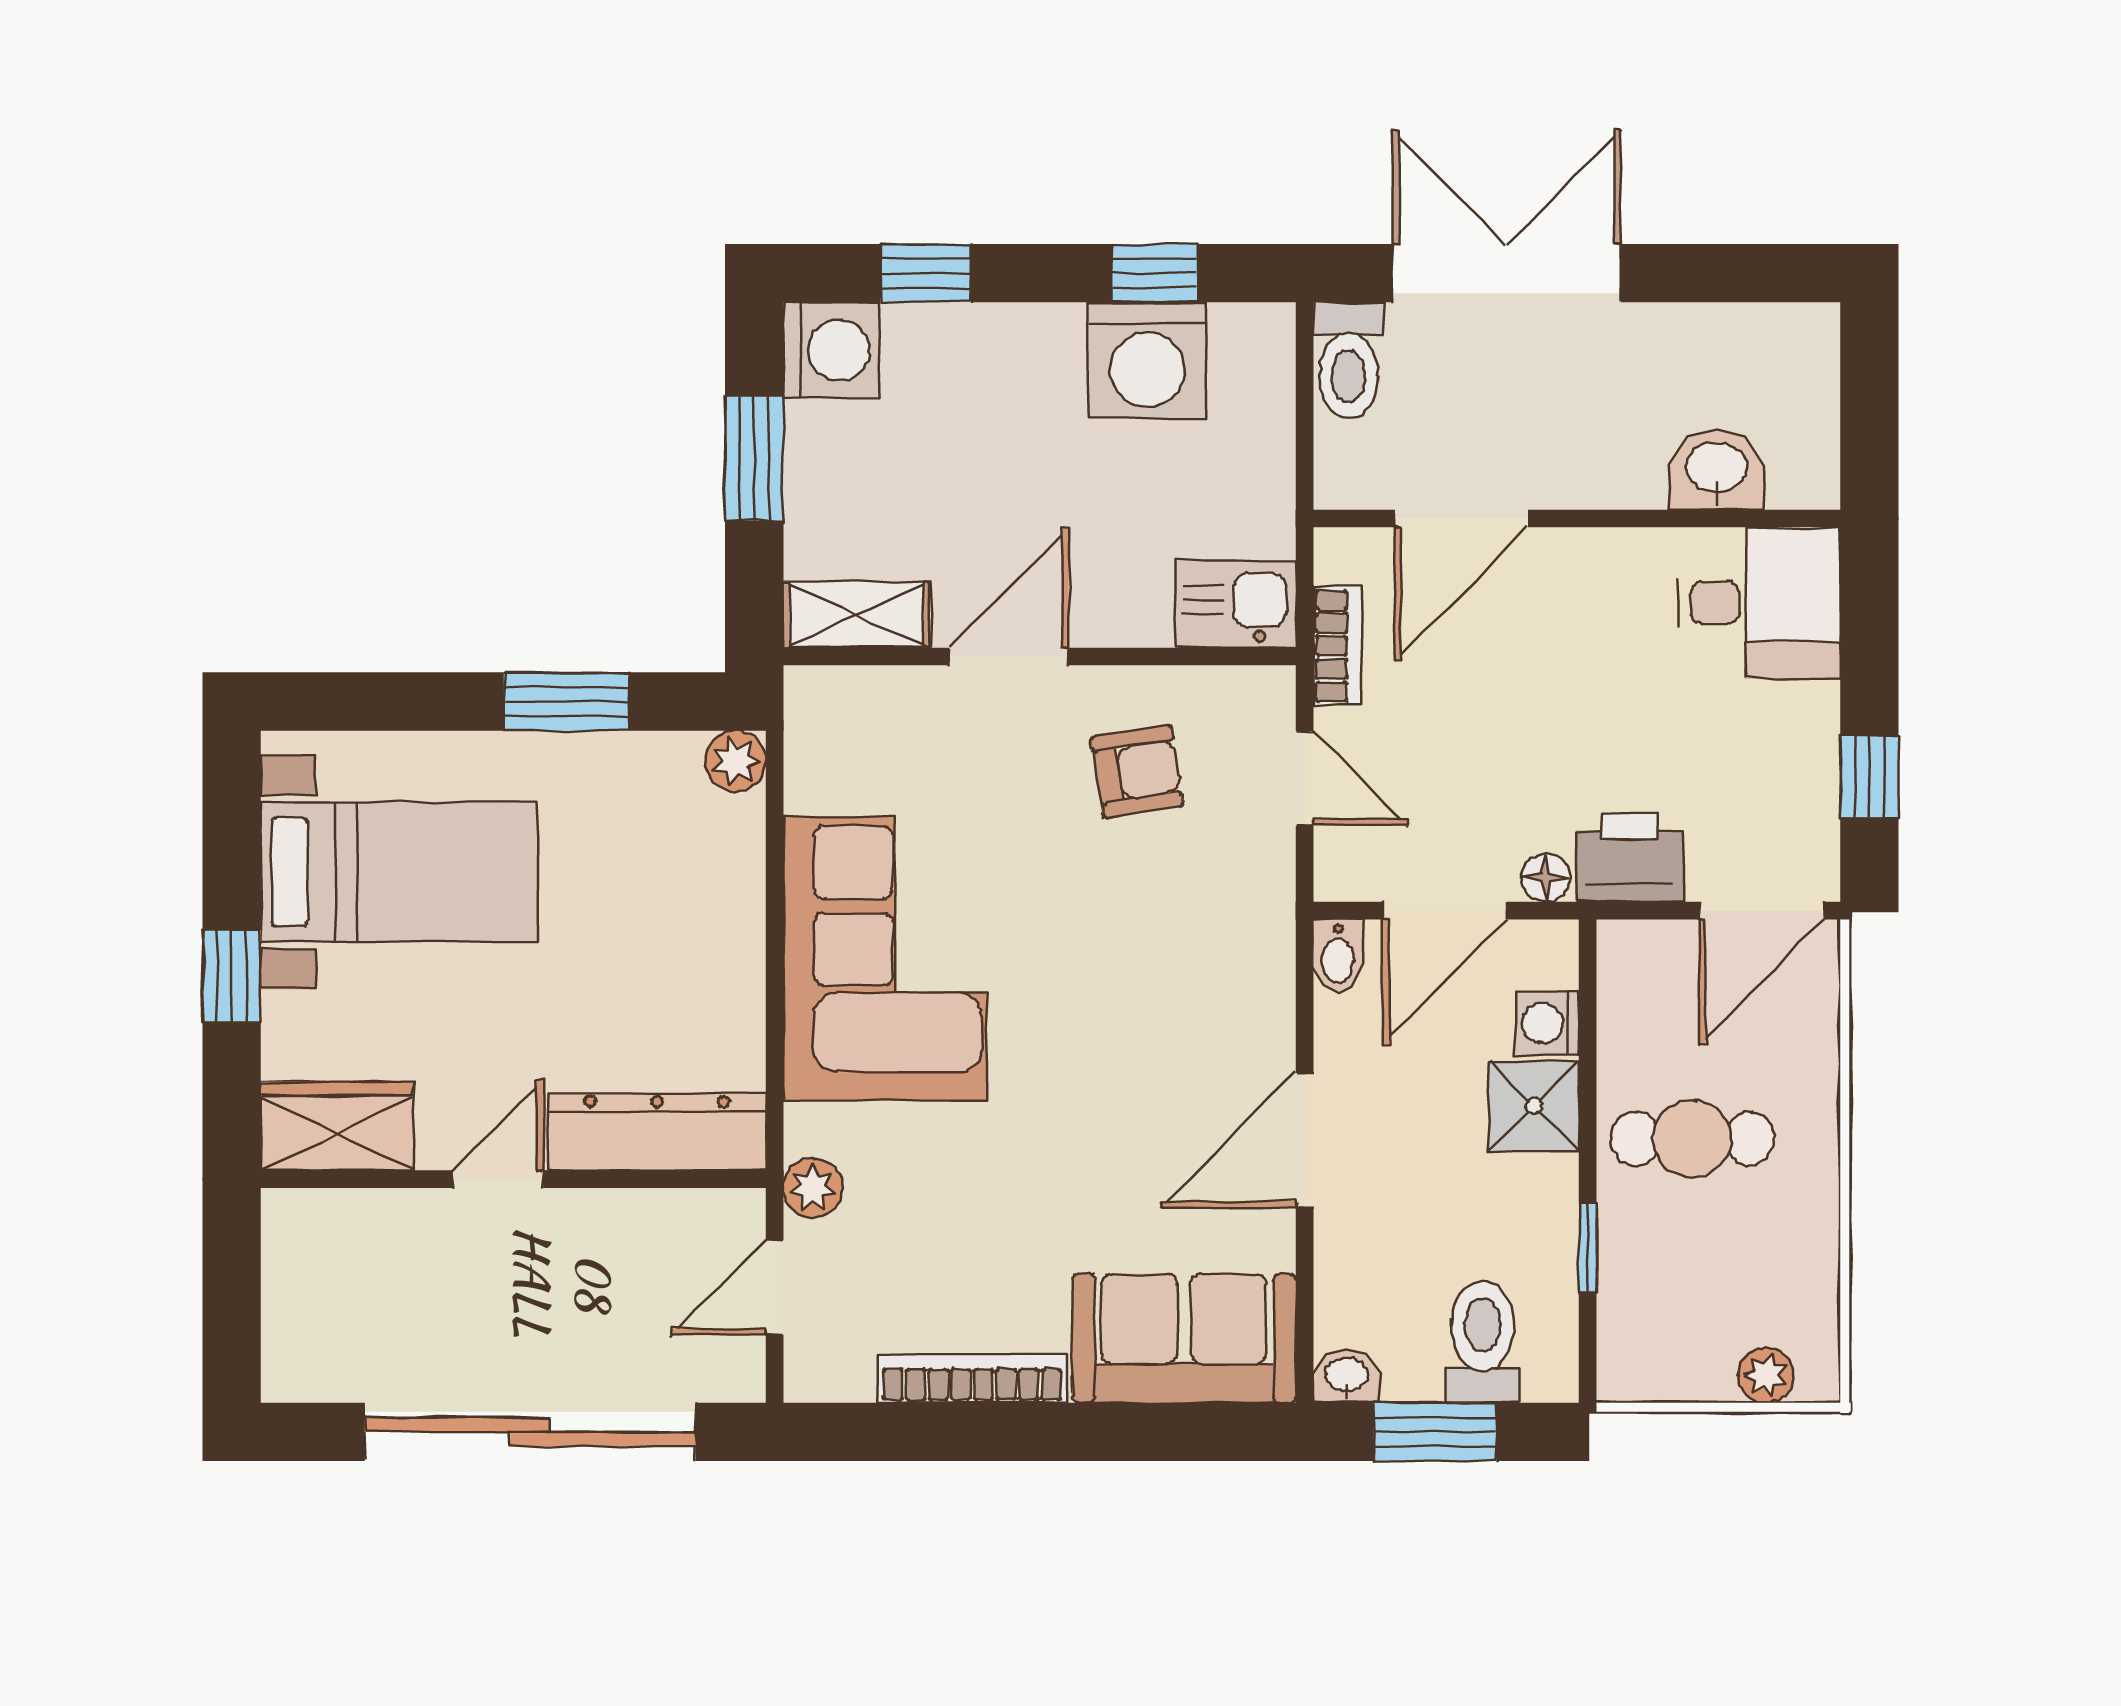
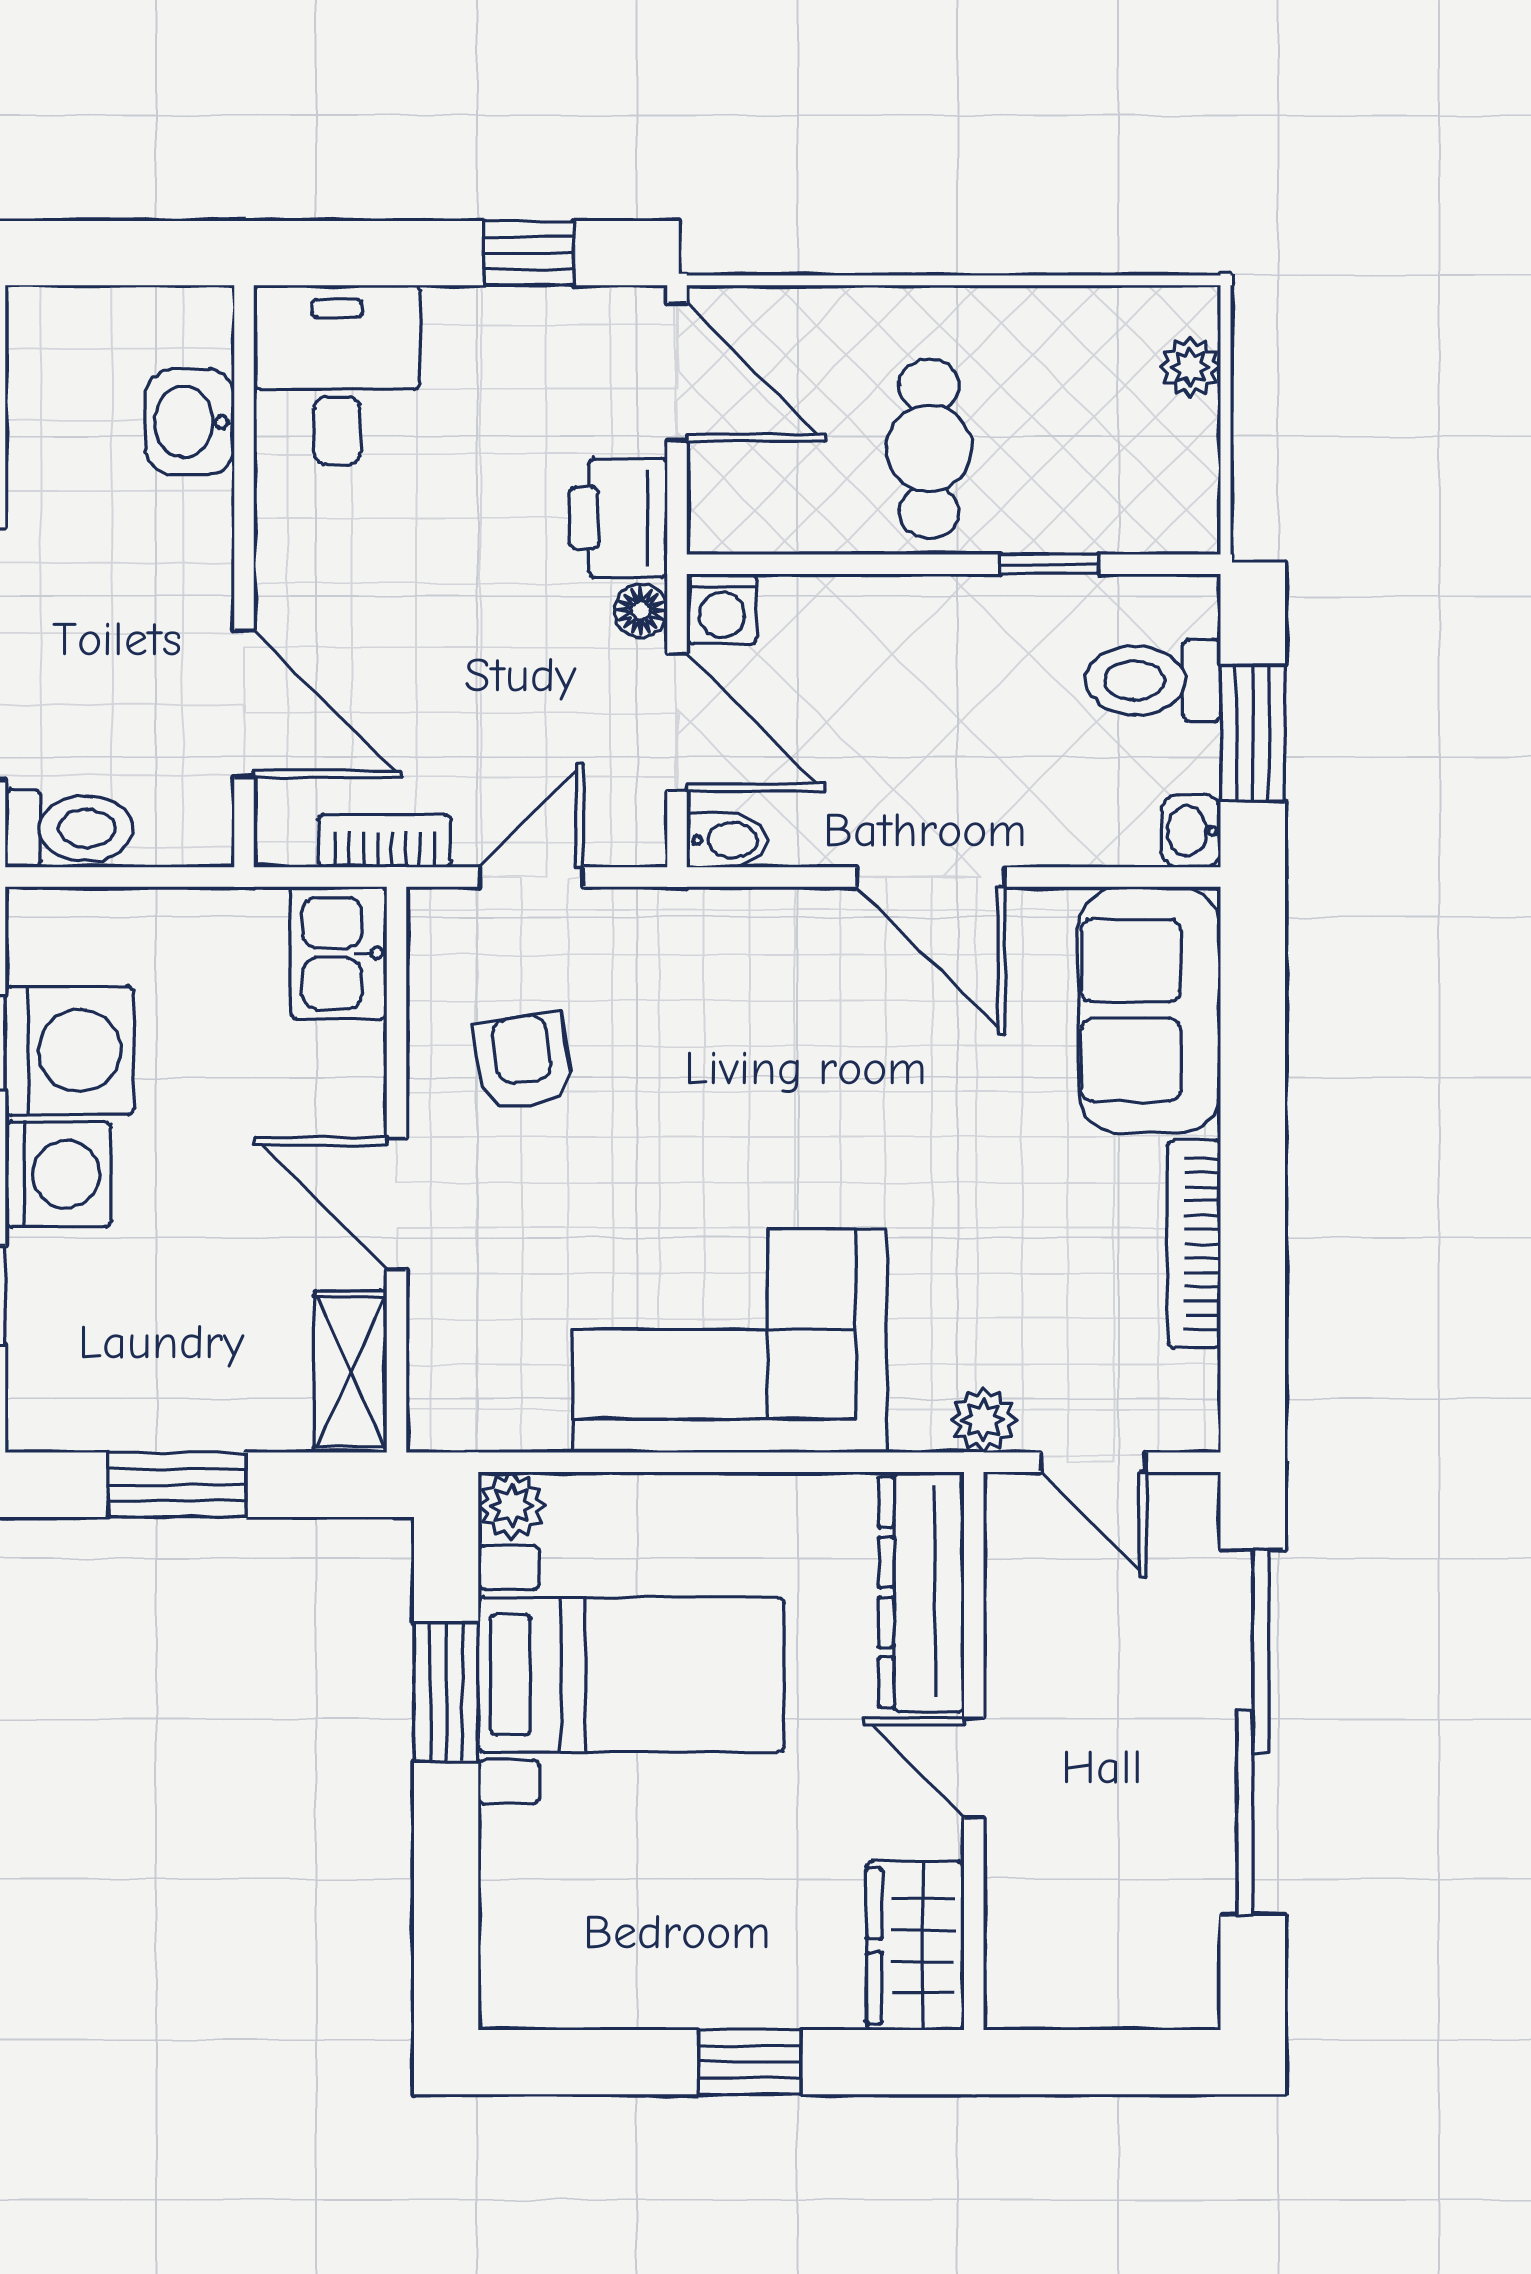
washing machine: (831, 350) -> (58, 1174), moved, turned 90
bed with nightstands: (399, 872) -> (631, 1675), moved, turned 90
washing machine: (1547, 1023) -> (722, 609), moved
shower: (1534, 1106) -> (893, 624), removed

